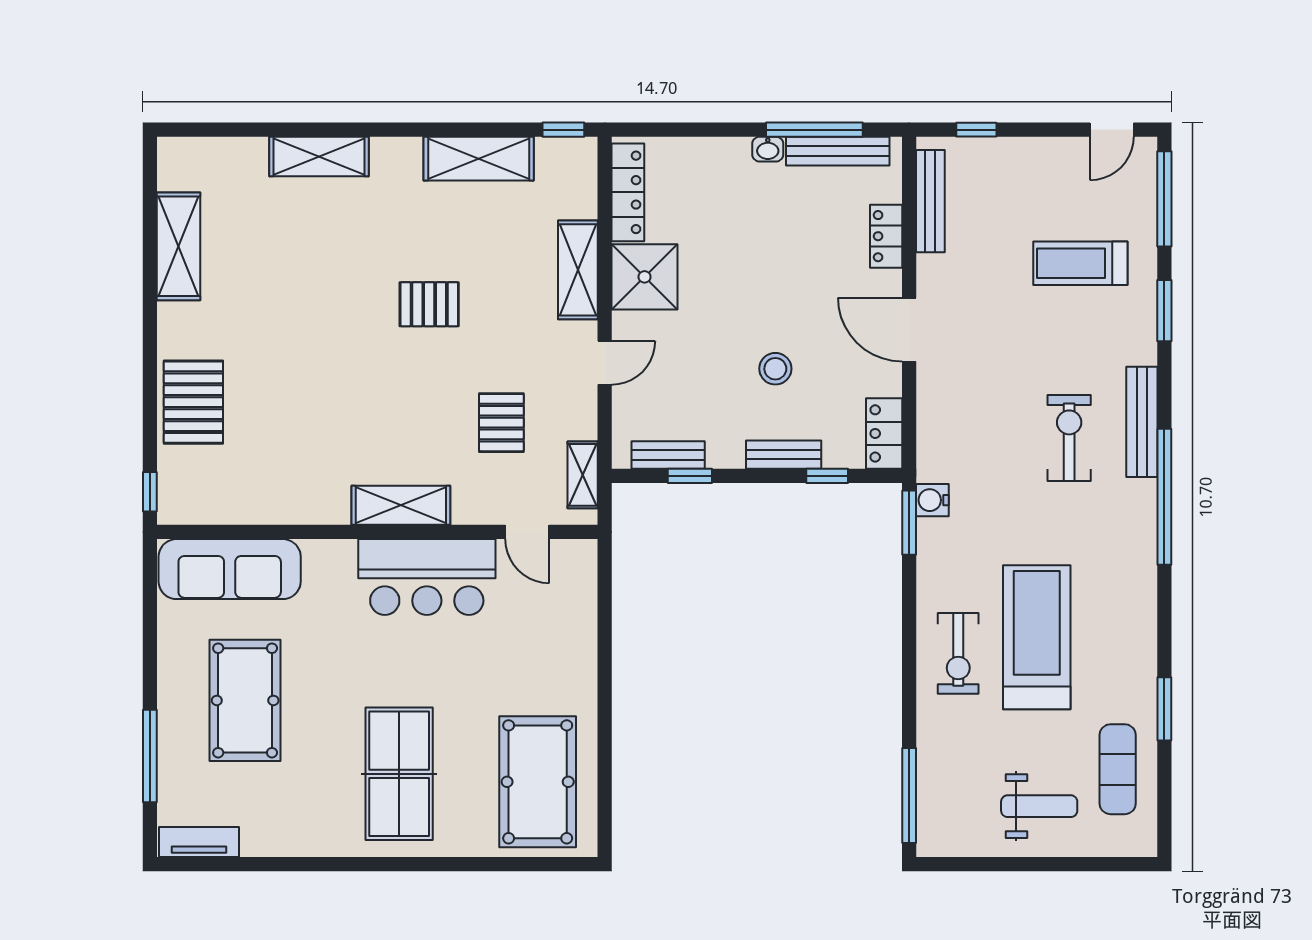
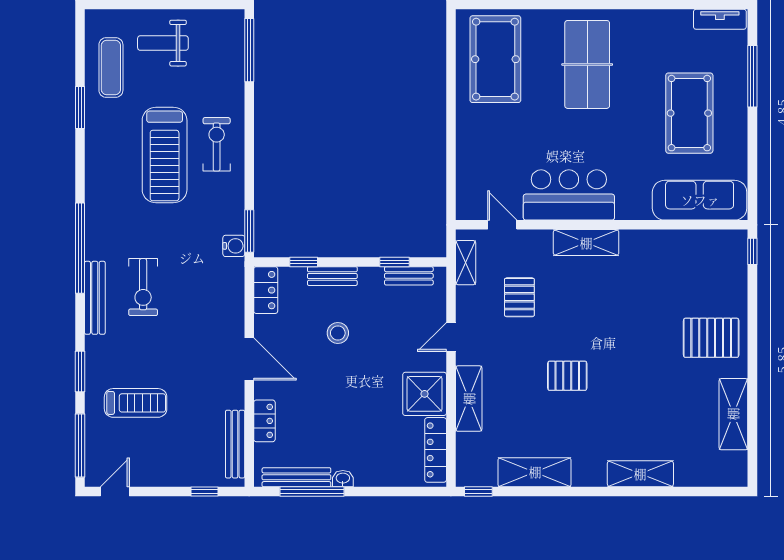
pallet: (193, 402) -> (711, 338), moved, turned 90

